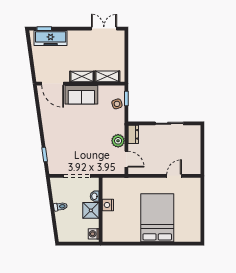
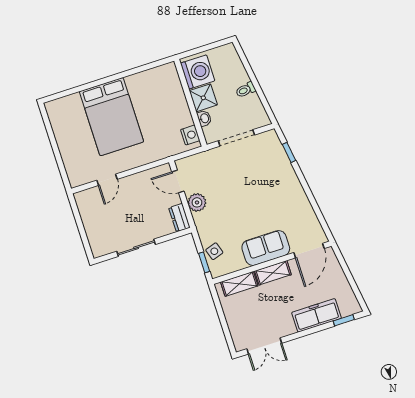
freezer: (51, 38) -> (317, 315), moved
door: (53, 84) -> (309, 251), swing flipped
nightstand: (108, 205) -> (190, 135), moved
washing machine: (94, 234) -> (198, 72), width x1.89, depth x1.89

